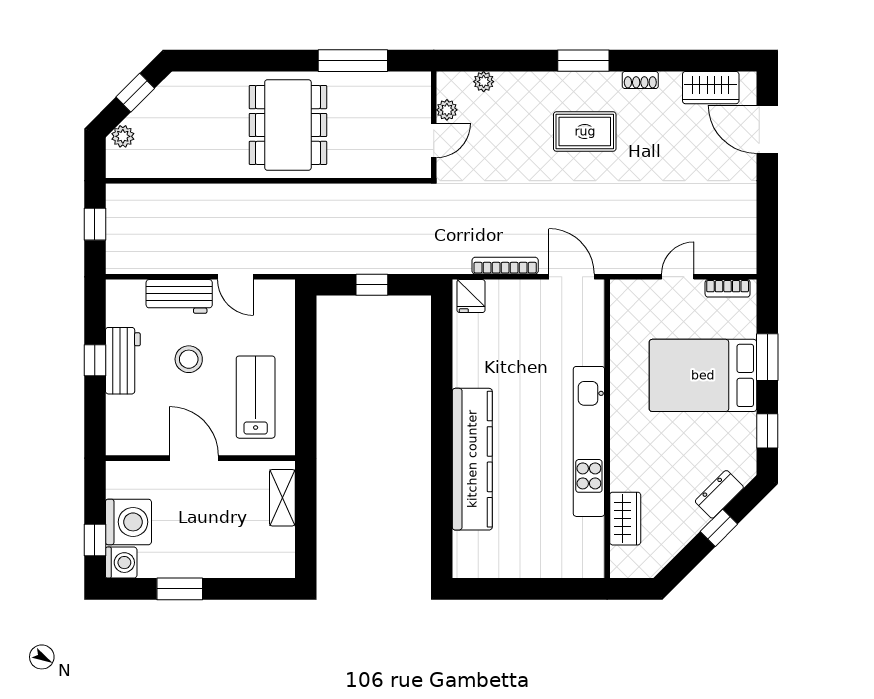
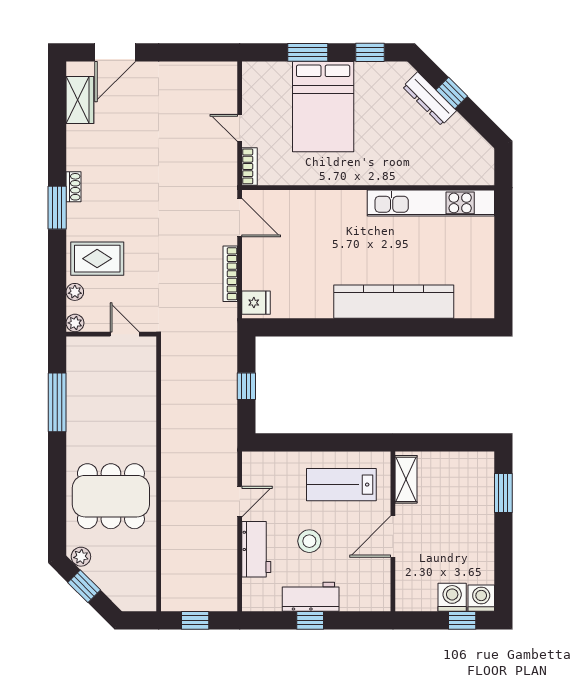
shoe rack: (640, 80) -> (73, 187), moved
plant: (447, 110) -> (75, 323), moved
dining table: (288, 125) -> (111, 496), moved
rug: (585, 131) -> (97, 259), moved, turned 90
plant: (123, 136) -> (81, 557), moved
door: (572, 277) -> (240, 218), swing flipped
bookcase: (728, 288) -> (249, 166), moved
kitchen unit: (589, 441) -> (431, 203), moved
dresser: (719, 494) -> (429, 99), width x1.44
shelving: (282, 498) -> (406, 479), moved, turned 90
wardrobe: (625, 519) -> (444, 172), removed
washing machine: (128, 522) -> (452, 597), width x0.73, depth x0.73
window: (180, 589) -> (503, 493), moved

